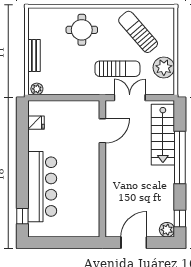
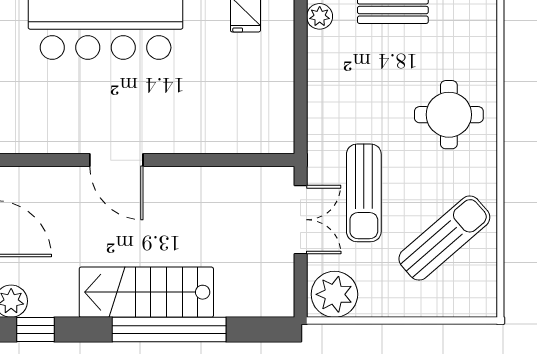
plant: (164, 67) -> (334, 294), moved
door: (102, 131) -> (116, 160), moved
stairs: (163, 135) -> (146, 292), moved

